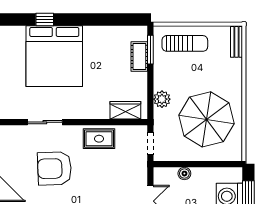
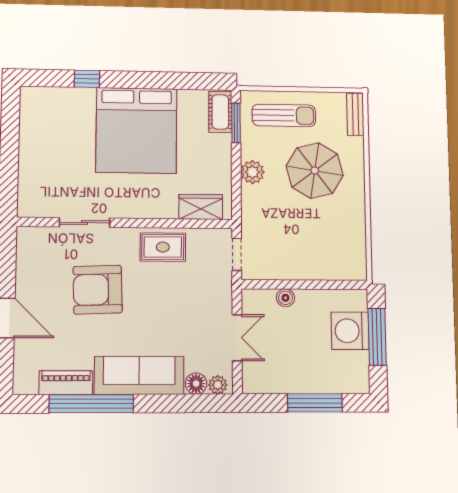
bed: (54, 56) -> (136, 130), moved
cot: (139, 56) -> (220, 112), moved
plant: (162, 99) -> (252, 172), moved
parasol: (206, 119) -> (315, 171), moved, width x0.73, depth x0.73

